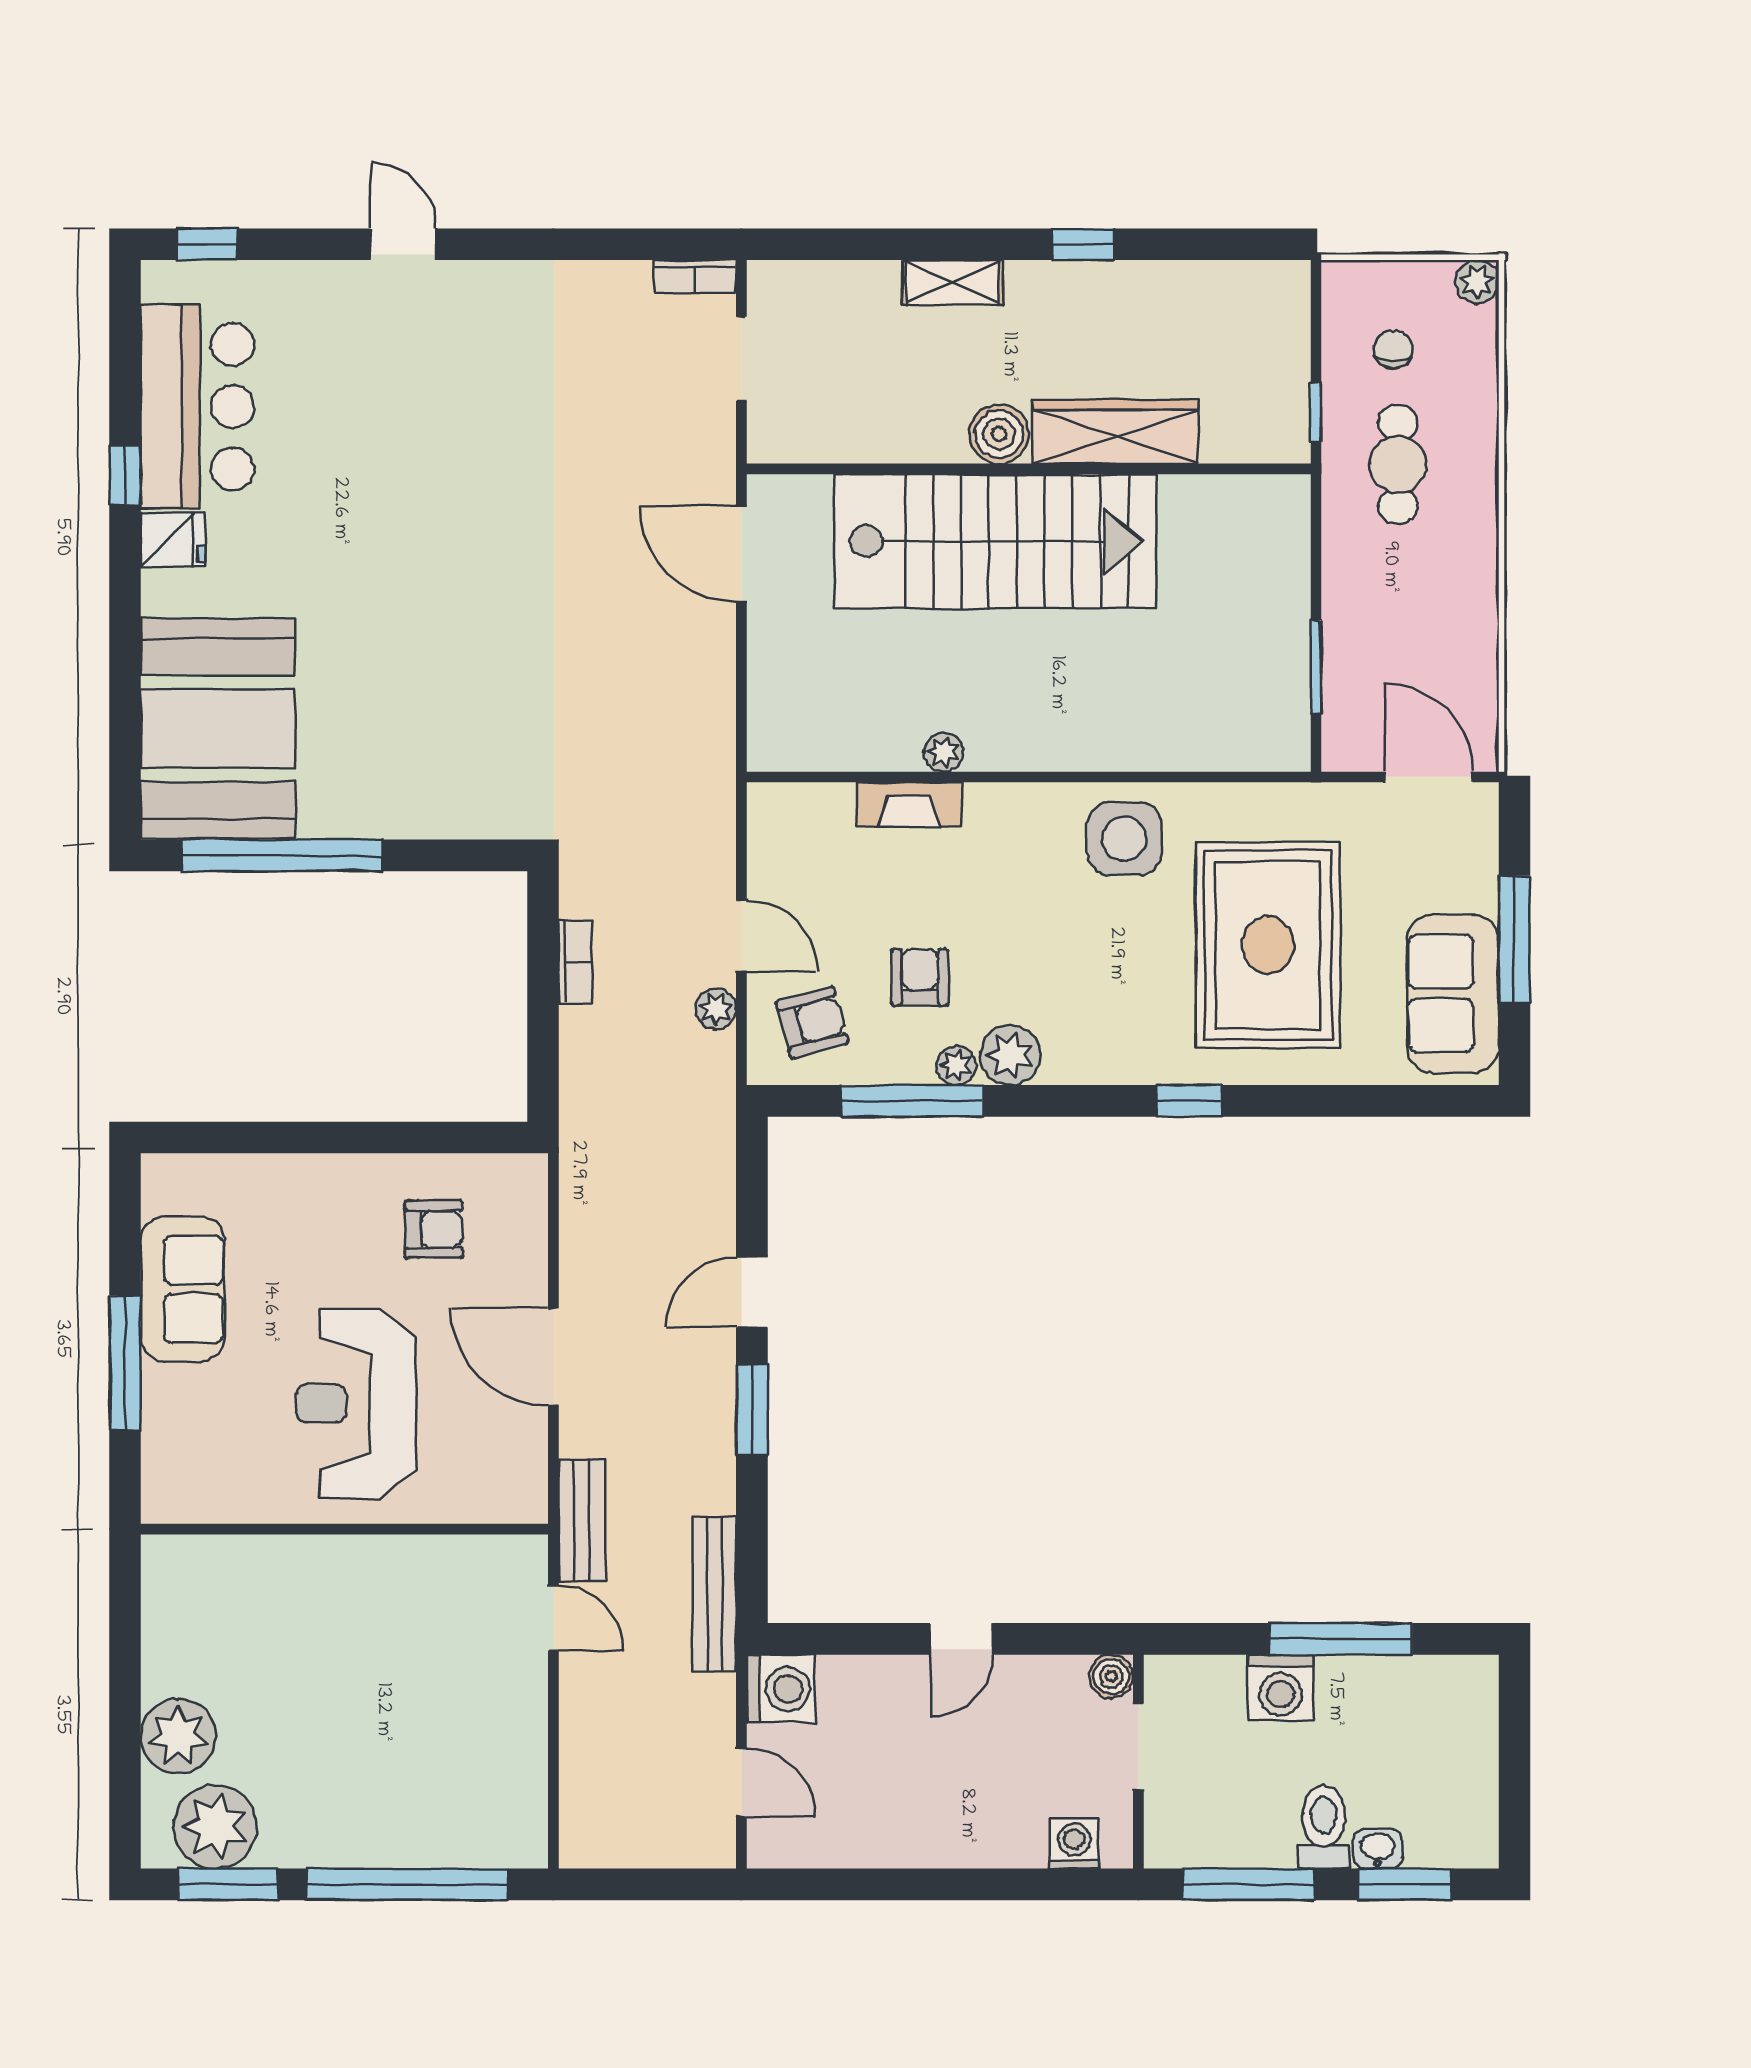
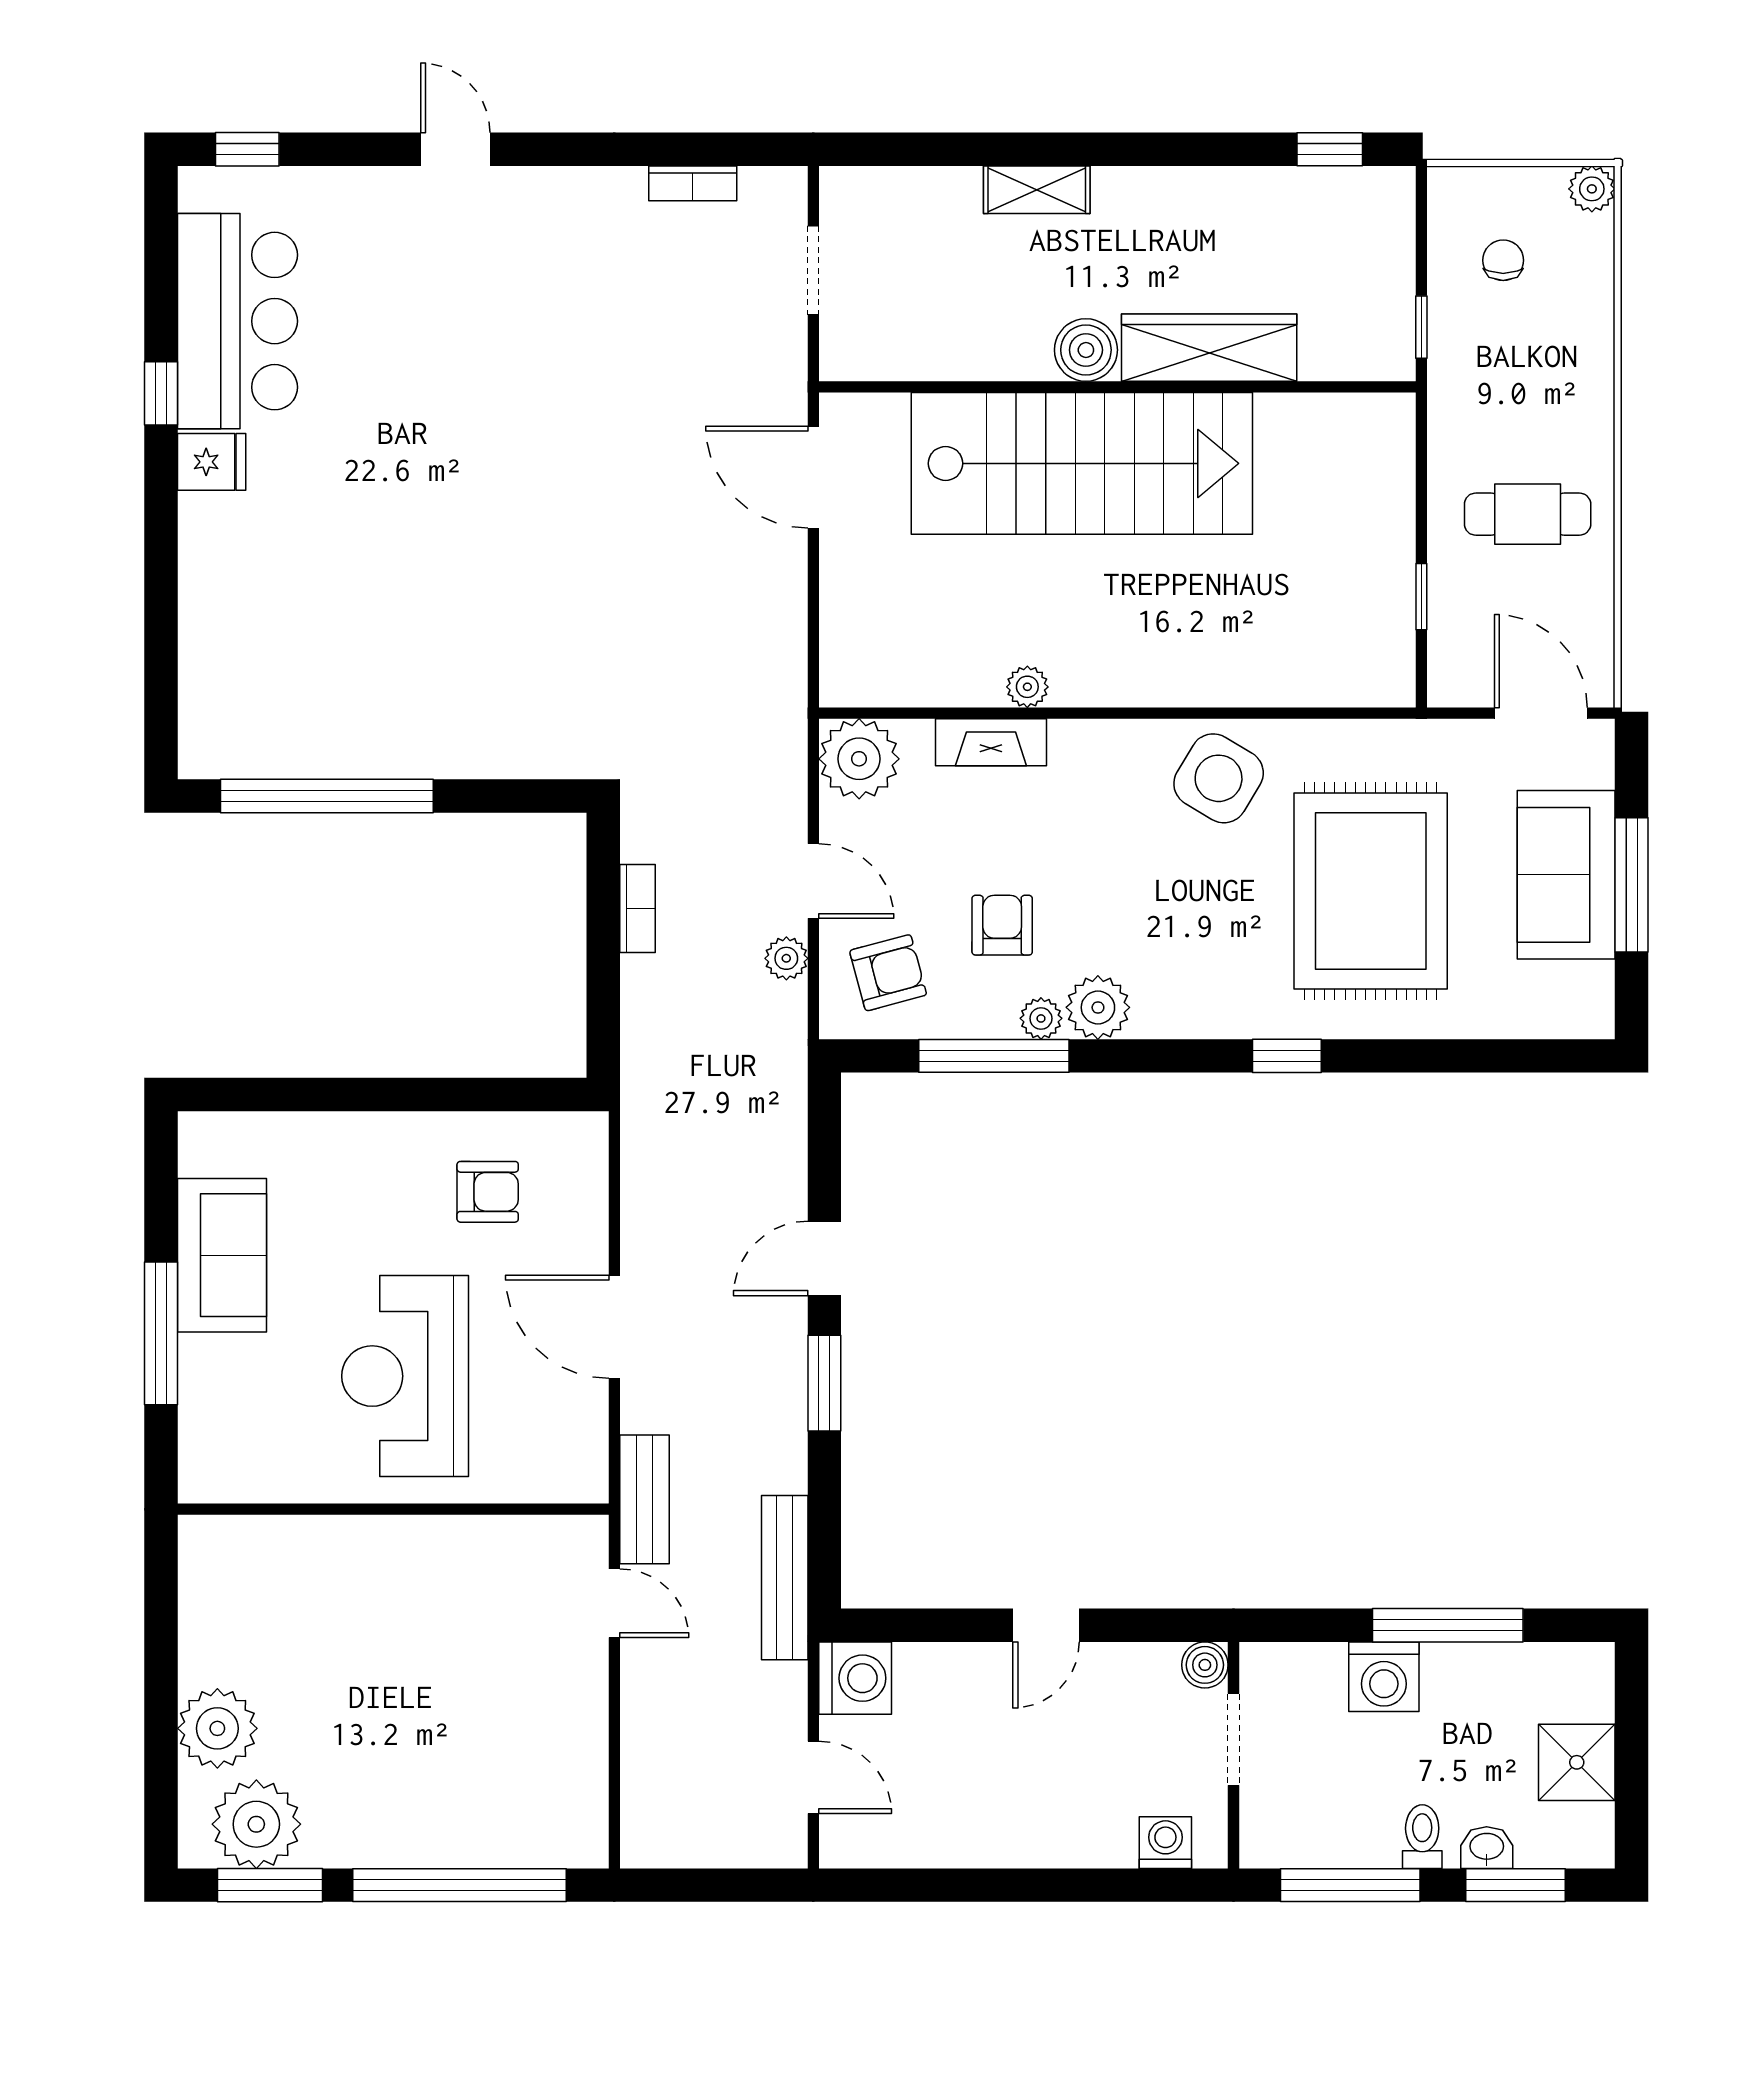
window: (1083, 244) -> (1330, 149), moved
bookcase: (695, 276) -> (693, 183), moved
cafe table: (1398, 464) -> (1528, 514), moved, turned 90
window: (1316, 667) -> (1421, 597), width x0.67
booth: (218, 728) -> (259, 662), removed
plant: (785, 820) -> (859, 759), added
side table: (1124, 839) -> (1219, 778), turned 31
sofa: (1453, 994) -> (1566, 875), moved
shower: (1463, 1768) -> (1577, 1762), added
toilet: (1324, 1827) -> (1422, 1837), width x0.73, depth x0.72

